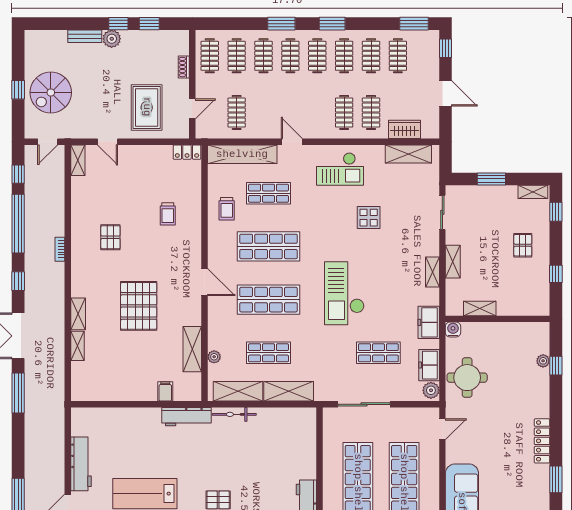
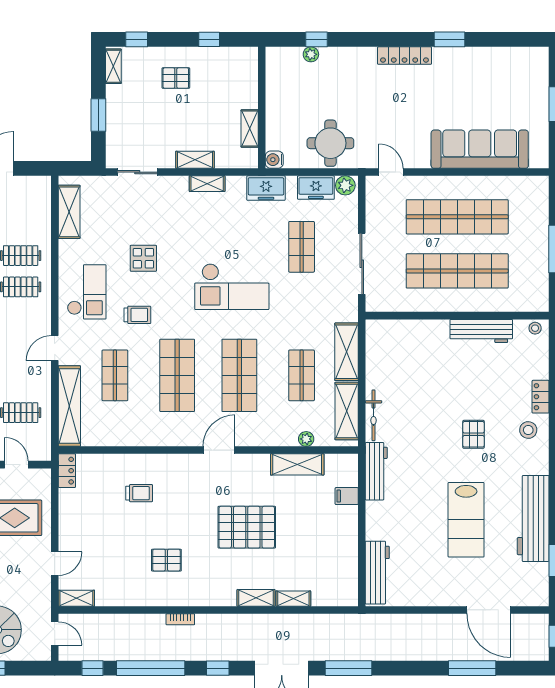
wardrobe: (405, 129) -> (40, 216), removed
trolley: (227, 209) -> (137, 315), moved
workbench: (81, 464) -> (377, 573), moved, turned 90

